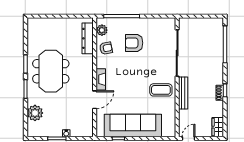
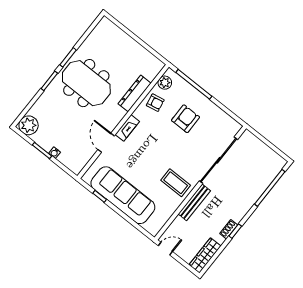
dresser: (88, 38) -> (135, 93), moved
armchair: (134, 43) -> (186, 119), turned 90
meeting table: (51, 71) -> (86, 83), turned 90
door: (95, 100) -> (106, 143), swing flipped
plant: (35, 113) -> (29, 125), moved
wardrobe: (218, 127) -> (205, 255), width x1.50

